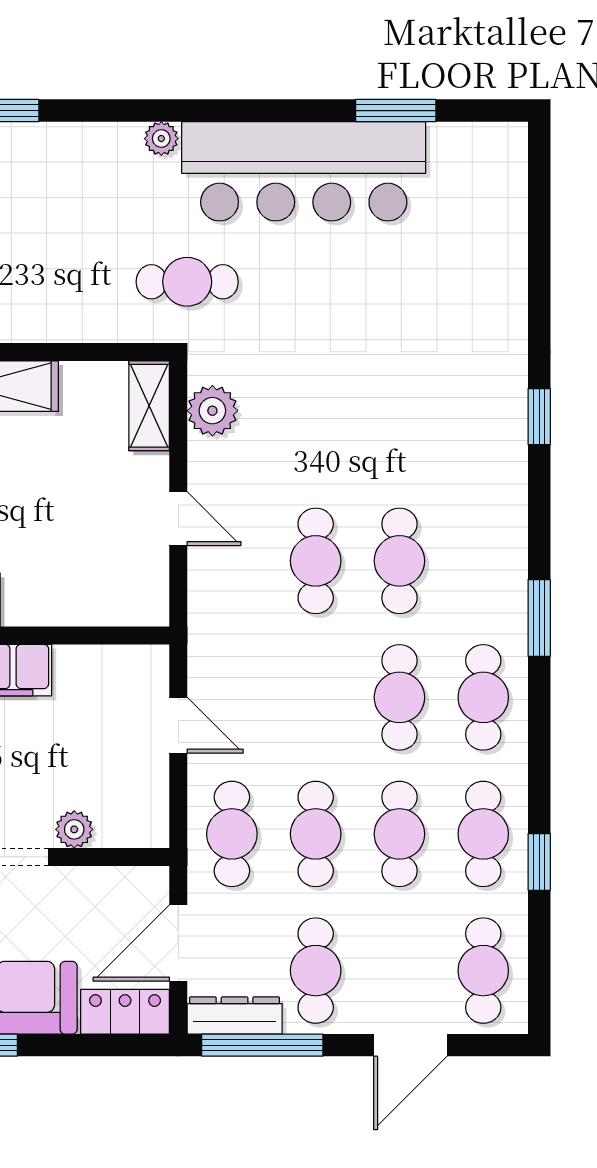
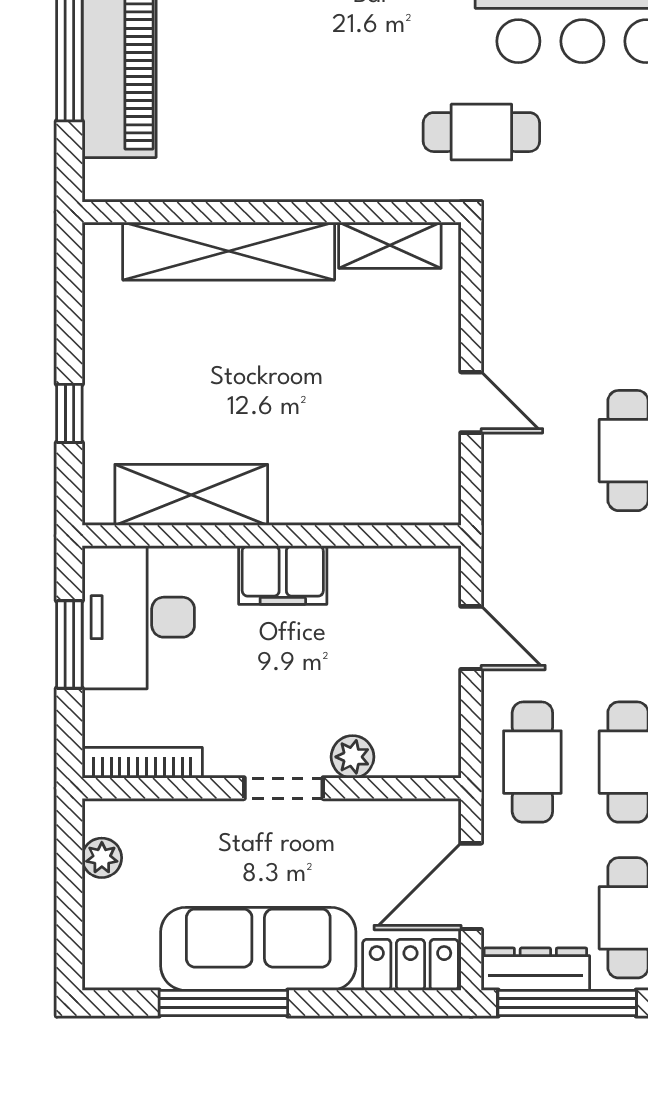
shelving: (149, 406) -> (390, 245), moved, turned 90
plant: (212, 411) -> (510, 279), removed

